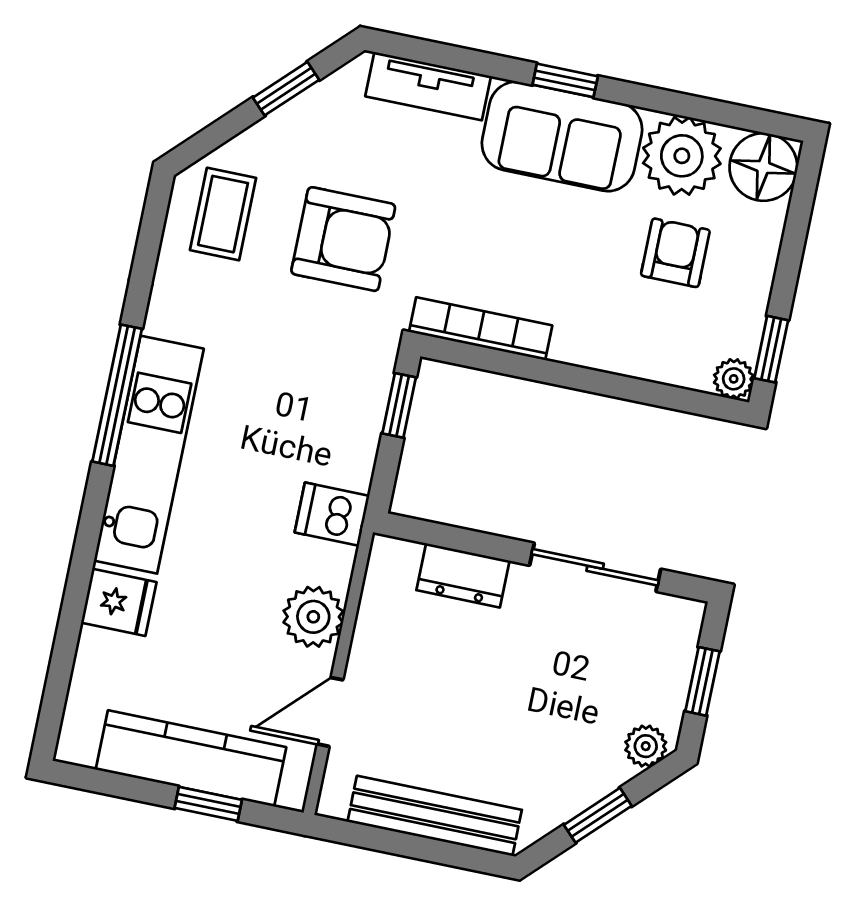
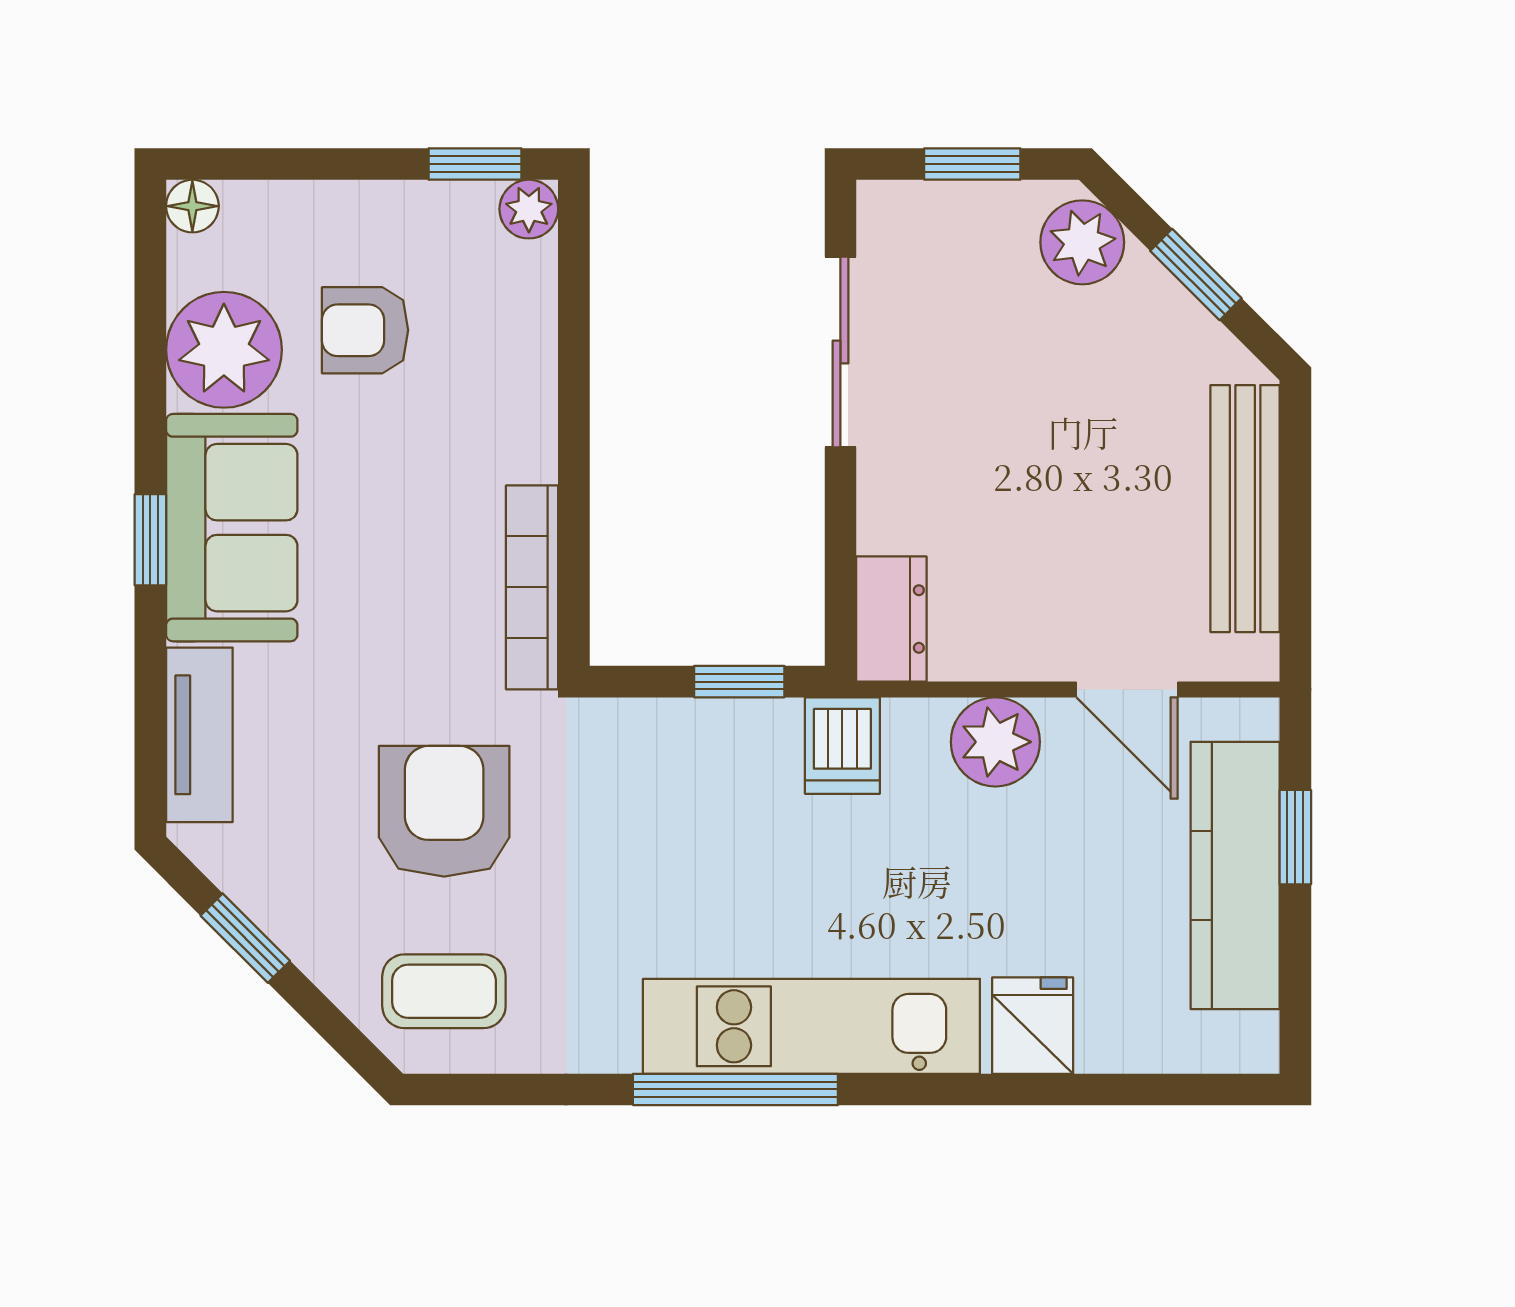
floor lamp: (763, 167) -> (192, 206), width x0.53, depth x0.53
window: (399, 405) -> (739, 682), moved
dresser: (463, 575) -> (891, 619), moved
plant: (646, 746) -> (1082, 242), width x1.38, depth x1.38

